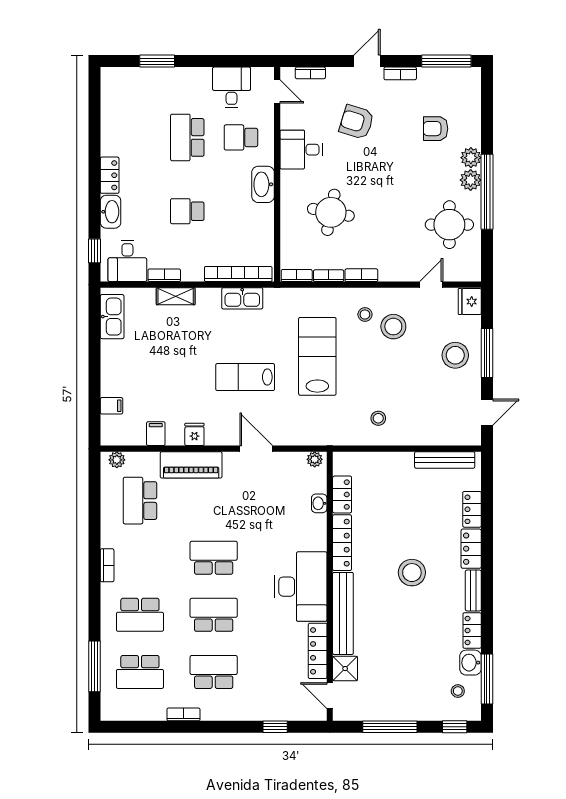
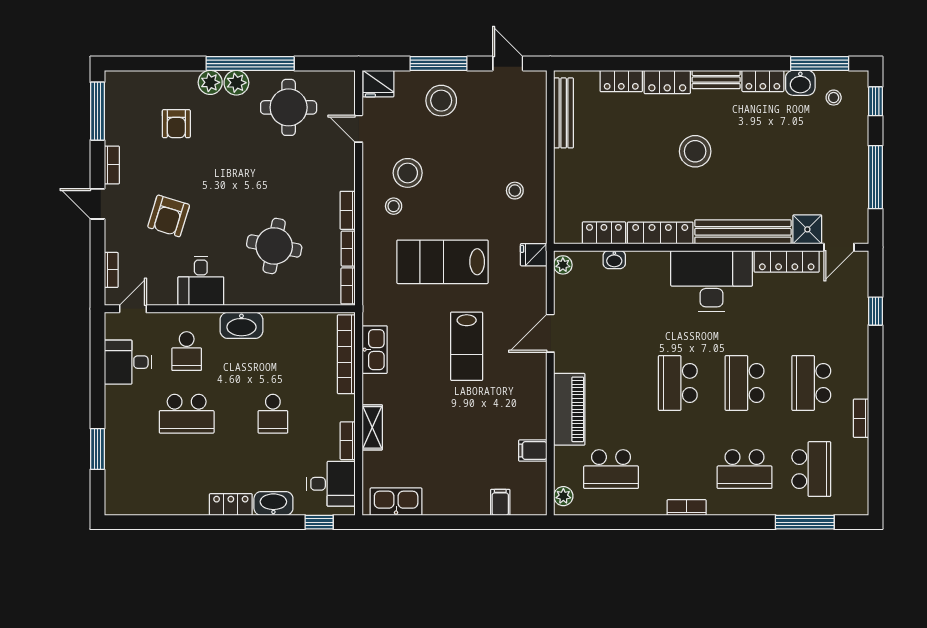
fridge: (194, 434) -> (534, 255), moved
school desk: (140, 615) -> (745, 469), turned 90

